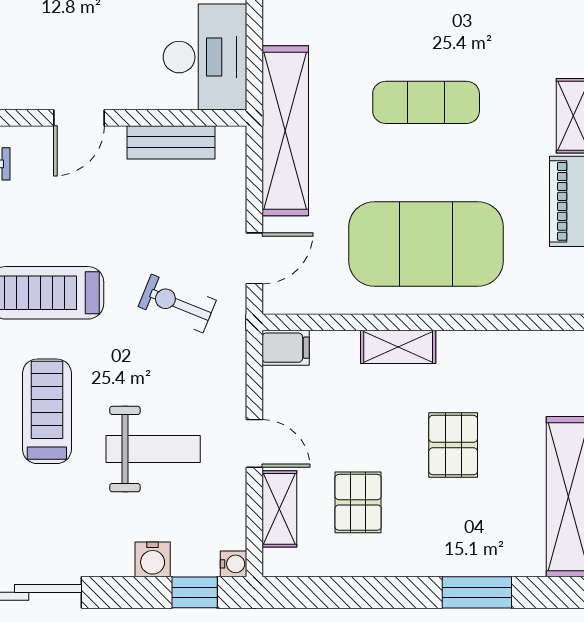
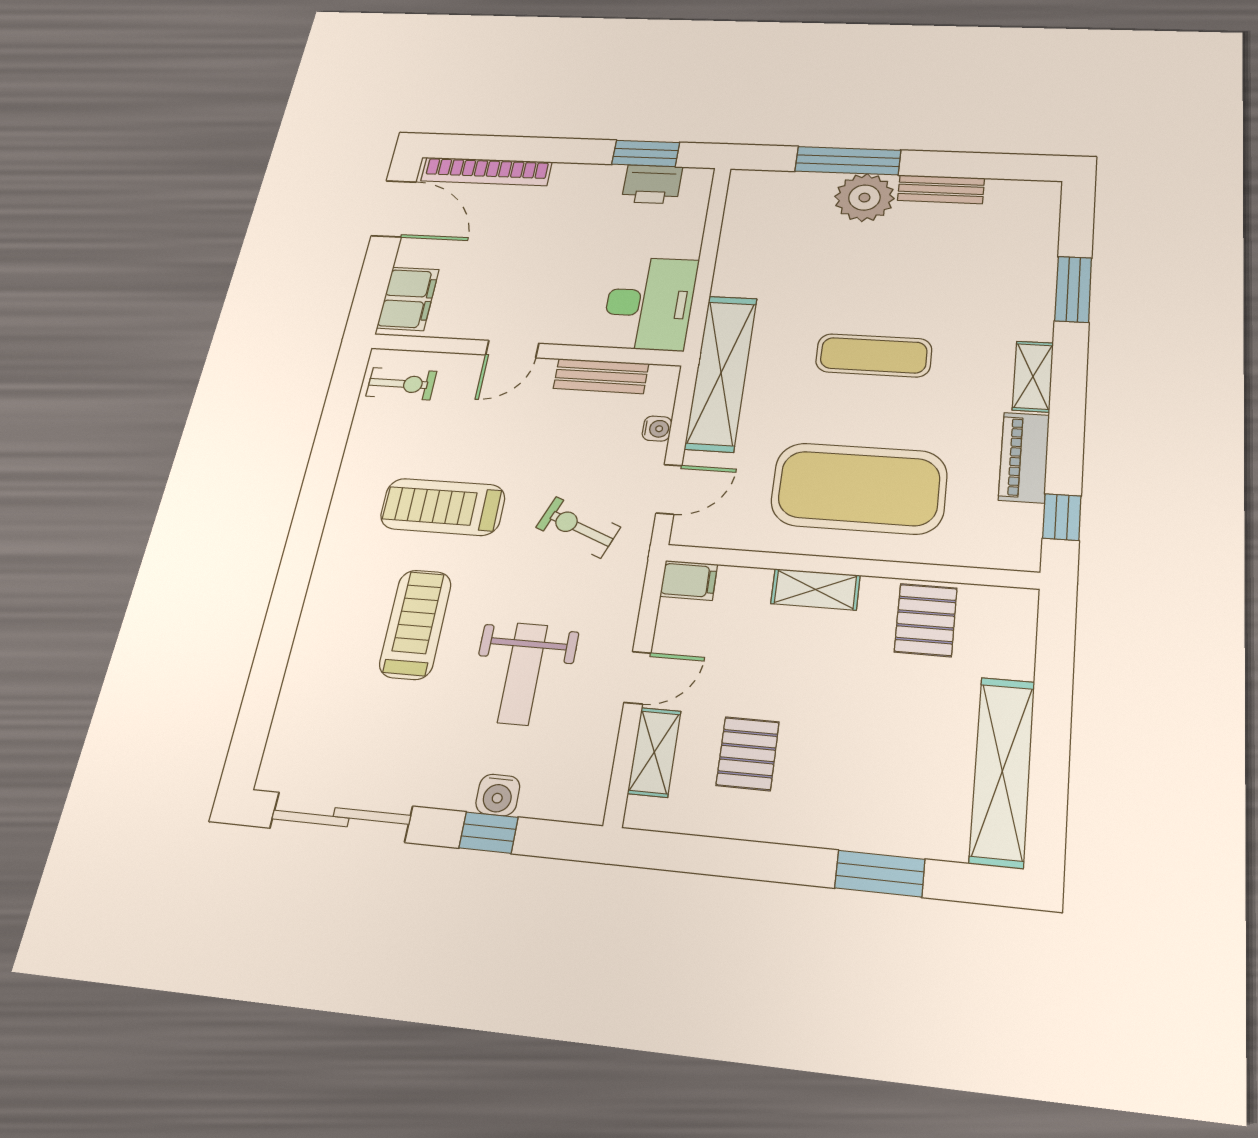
door: (254, 443) -> (637, 678), hinge flipped
pallet: (453, 445) -> (926, 620), moved
weight bench: (153, 449) -> (523, 674), turned 90
water cooler: (234, 564) -> (657, 429), moved
window: (195, 592) -> (489, 833), moved

